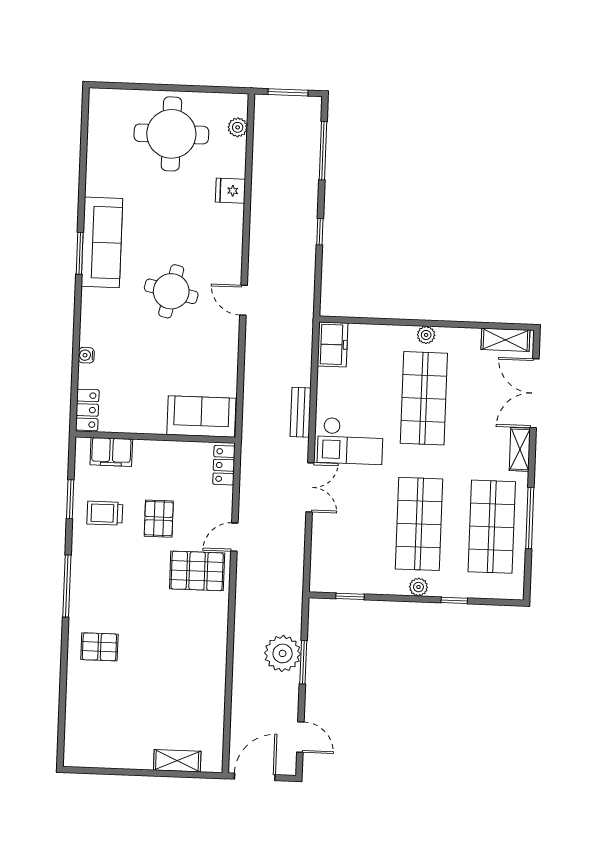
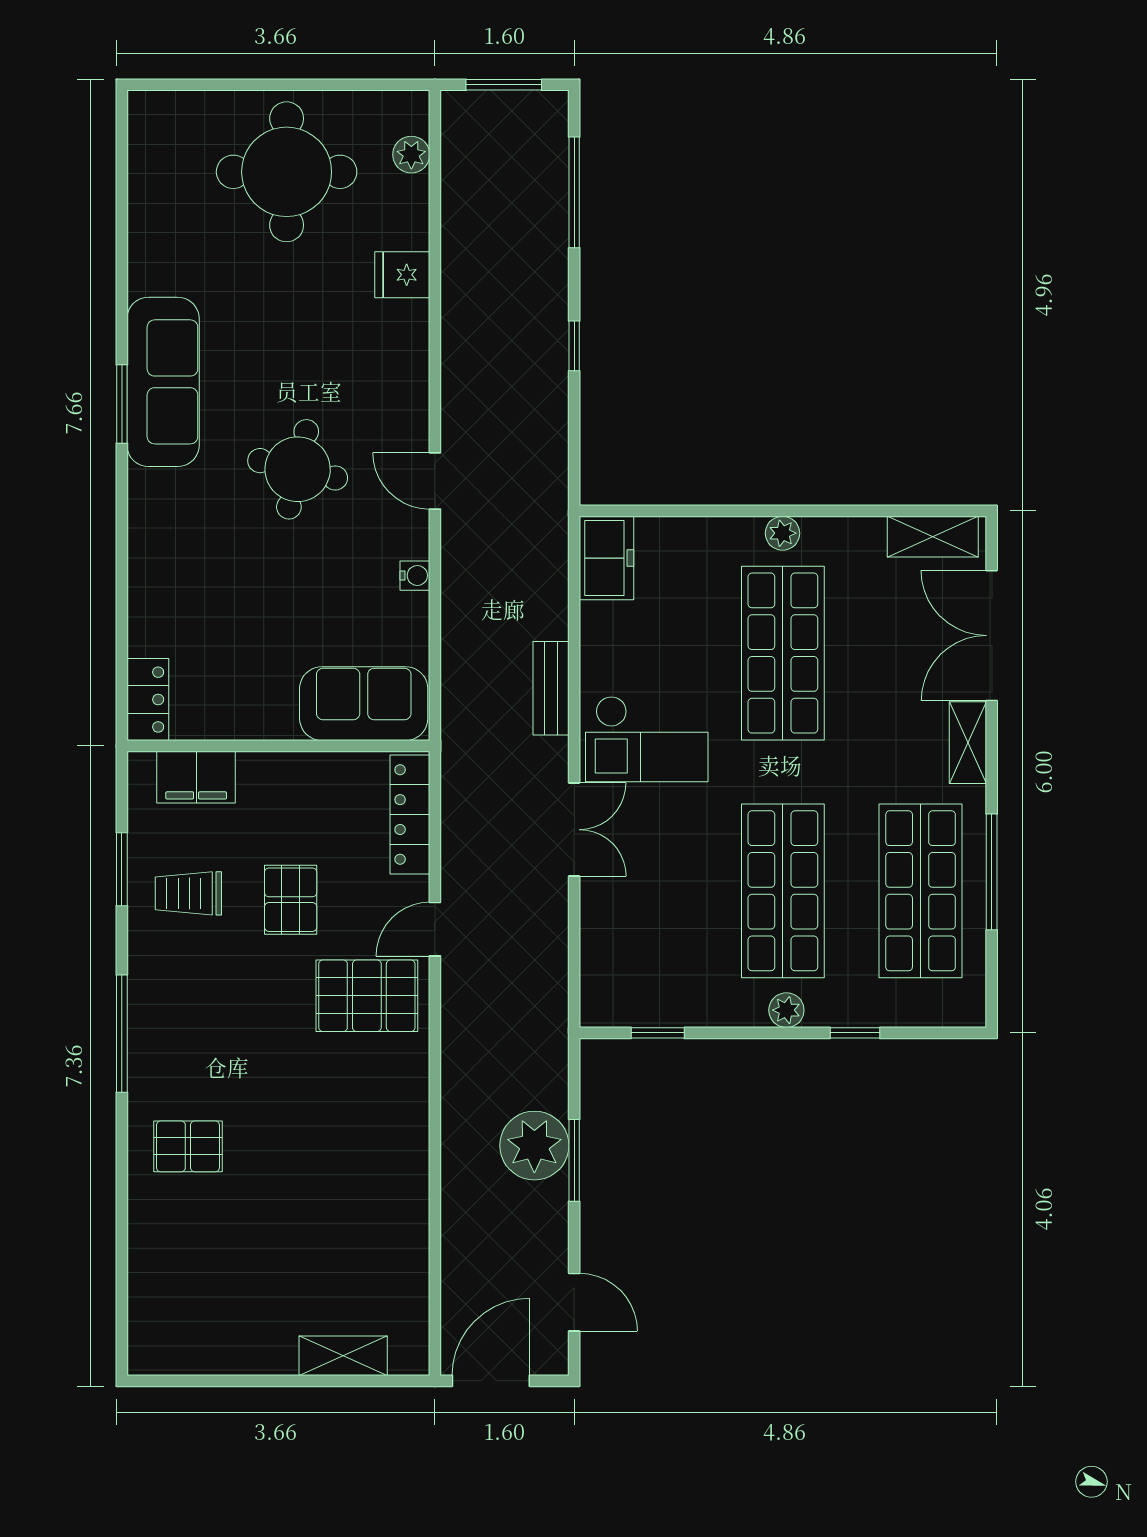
water cooler: (86, 355) -> (415, 576), moved, turned 180
locker: (224, 465) -> (410, 815), width x1.53

